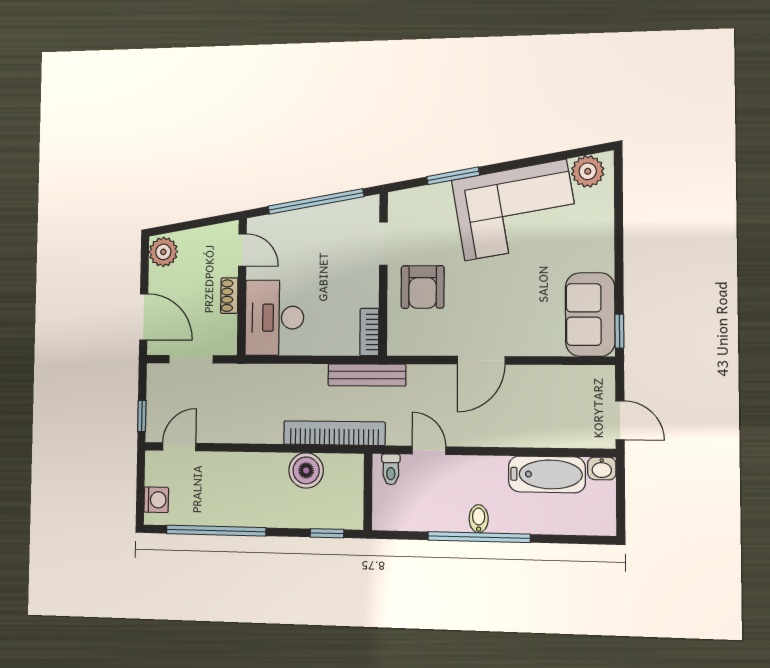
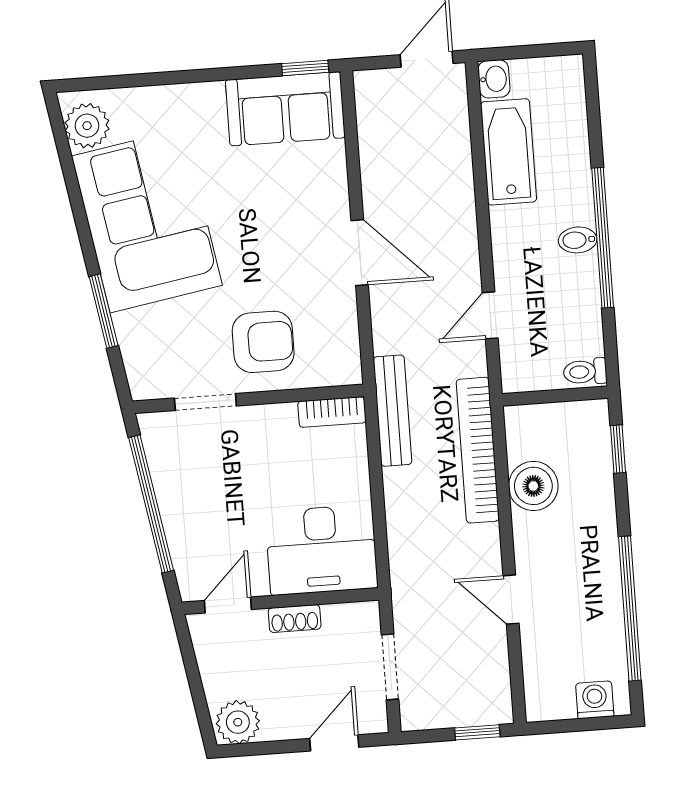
door: (144, 317) -> (334, 743), width x0.73
door: (179, 447) -> (511, 600), moved
toilet: (391, 469) -> (585, 372), moved, turned 180

